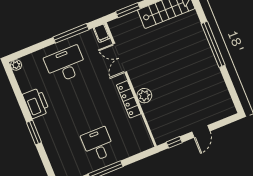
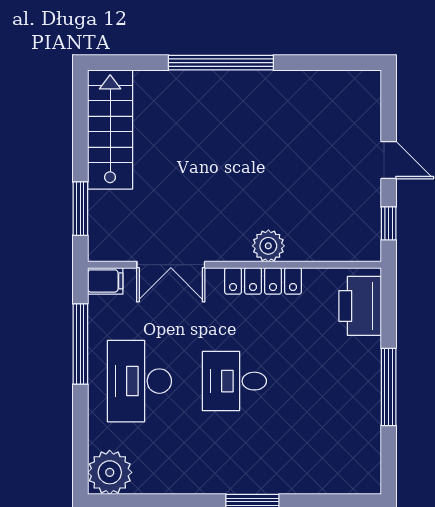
plant: (16, 65) -> (110, 472), width x1.87, depth x1.87
printer: (36, 103) -> (360, 306), moved, turned -90
desk: (98, 144) -> (234, 381), moved

